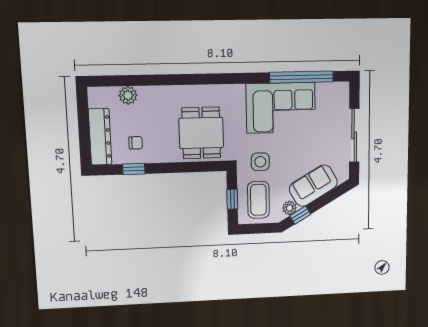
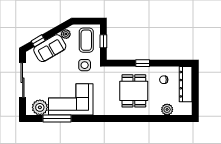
window: (302, 77) -> (57, 119), width x0.68
plant: (328, 94) -> (40, 107), added
dining table: (201, 133) -> (134, 91), moved
window: (134, 169) -> (143, 63), moved
window: (300, 215) -> (38, 41), moved

